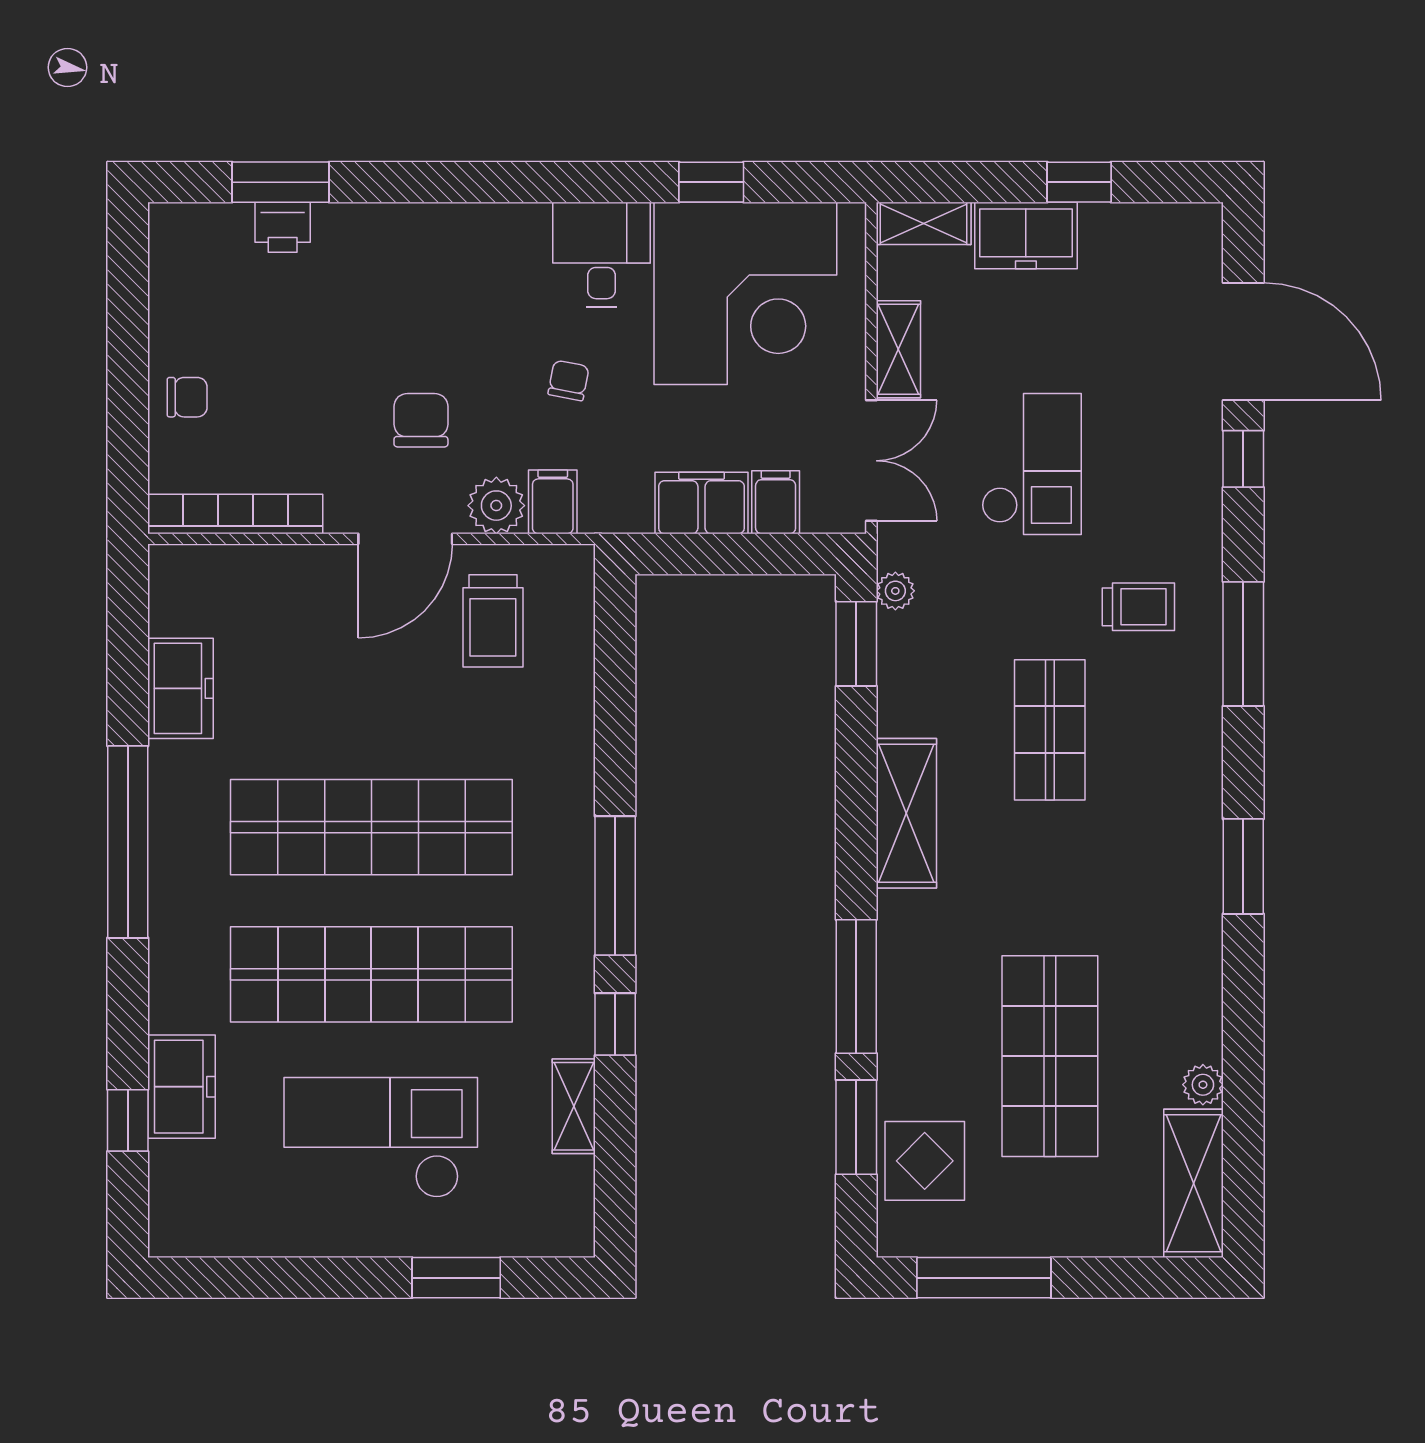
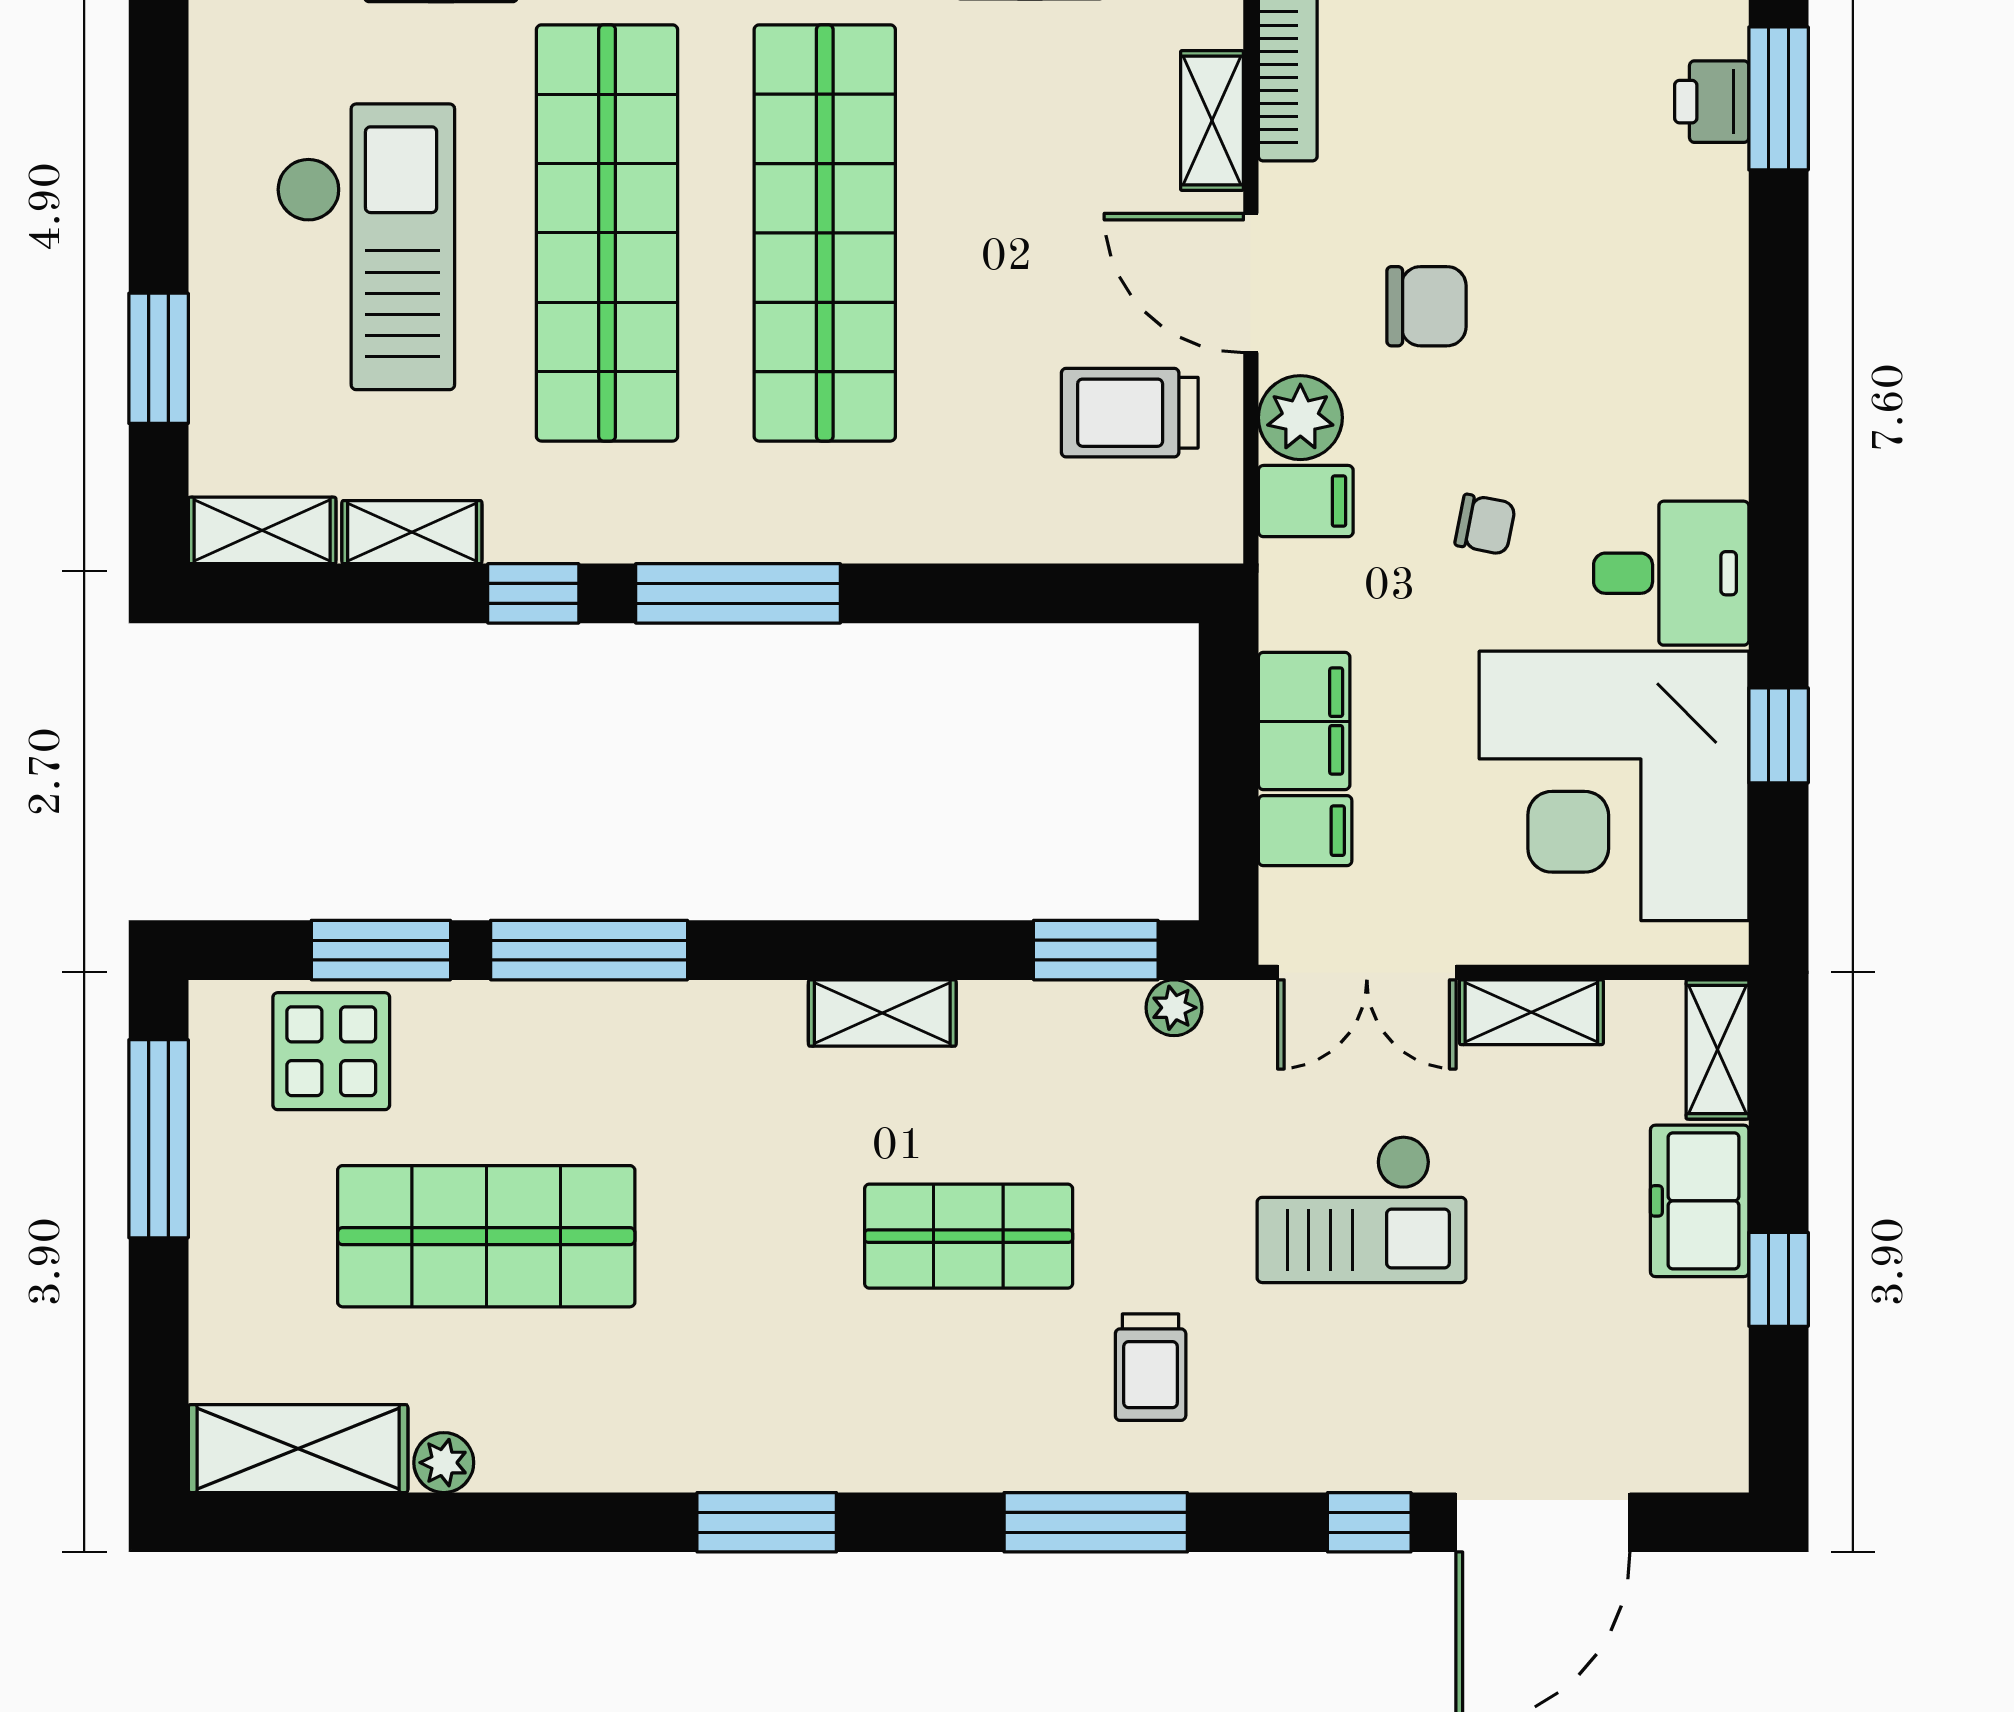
shelving: (295, 565) -> (1212, 121), added
shelving: (906, 813) -> (882, 1013), width x0.67, depth x0.75
shelving: (573, 1208) -> (262, 530), added

